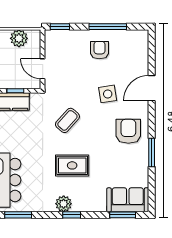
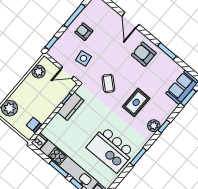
side table: (108, 94) -> (83, 58), moved

